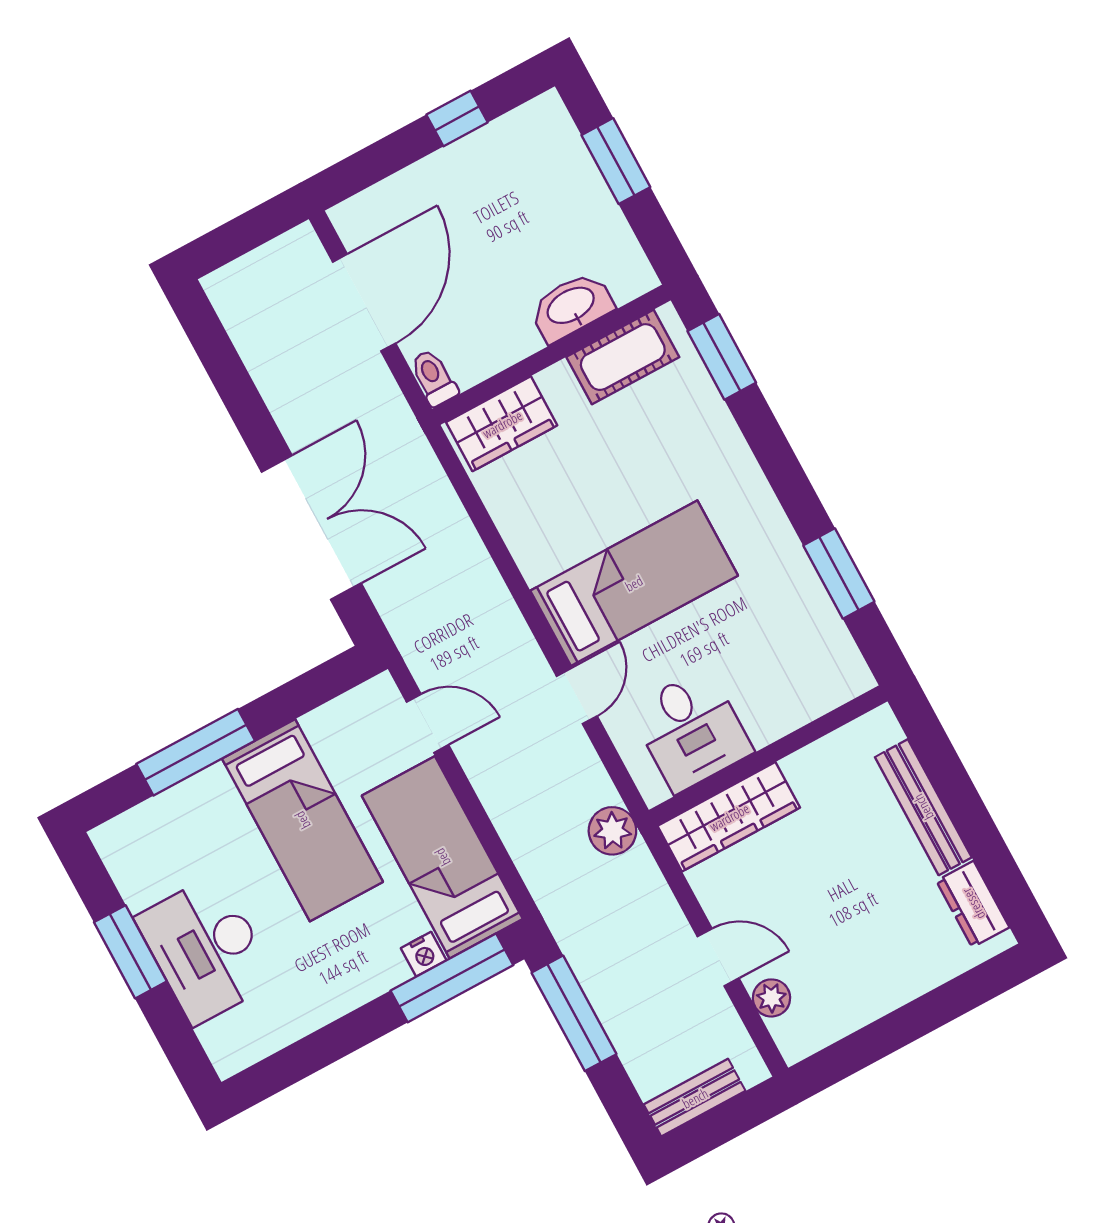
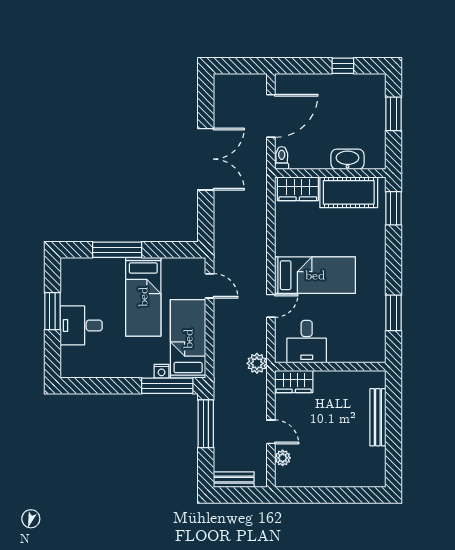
cot: (623, 357) -> (349, 192), width x1.37, depth x1.34
double door: (311, 527) -> (206, 159), moved
wardrobe: (729, 817) -> (294, 382), width x0.67
dresser: (973, 904) -> (377, 463), removed
desk: (206, 949) -> (81, 325), width x0.73

